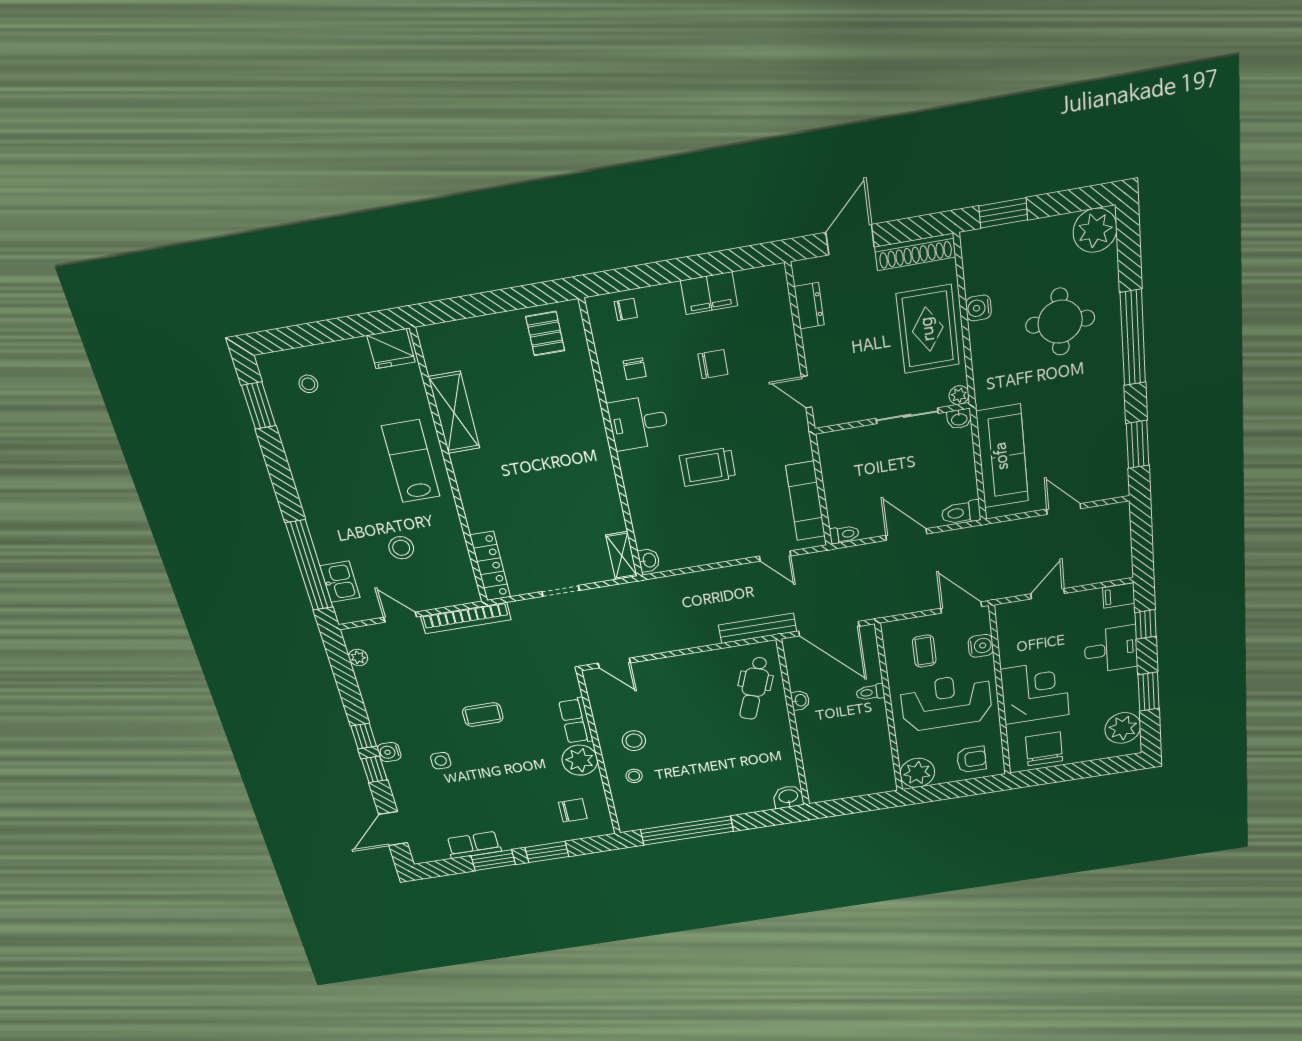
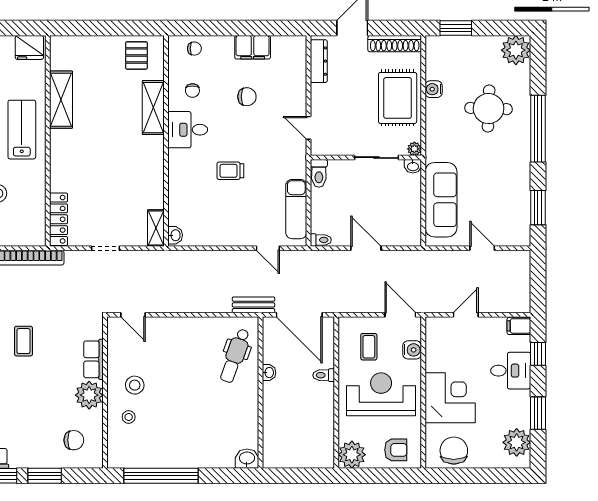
dresser: (809, 306) -> (319, 61), width x1.44
shelving: (585, 401) -> (153, 108), added
trolley: (708, 467) -> (230, 171), width x0.73, depth x0.72
toilet: (961, 513) -> (319, 173), moved, turned -90
bench: (758, 628) -> (254, 305), width x0.73
coffee table: (483, 715) -> (23, 341), turned 90

